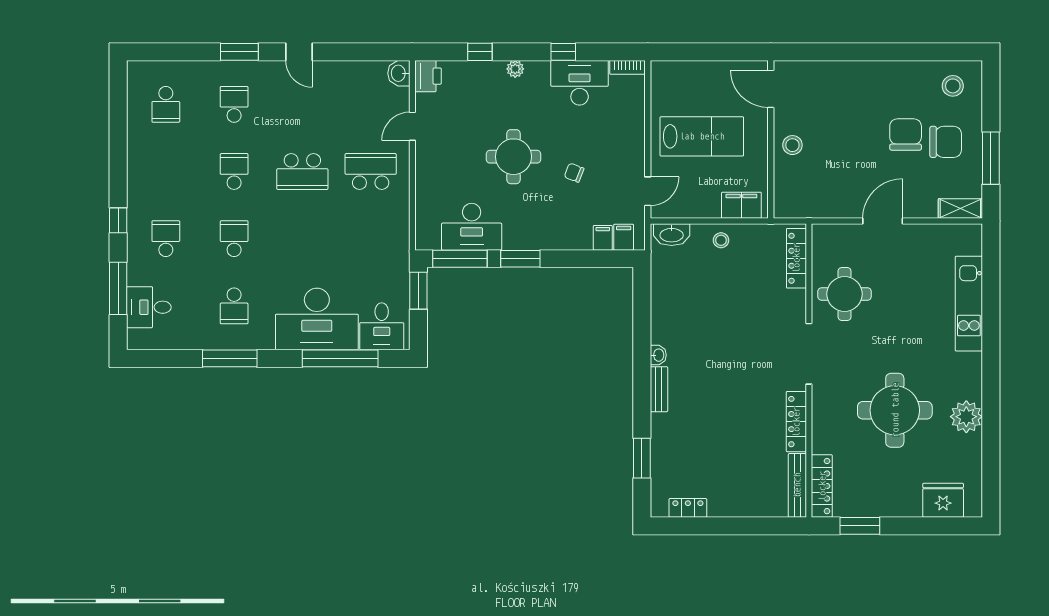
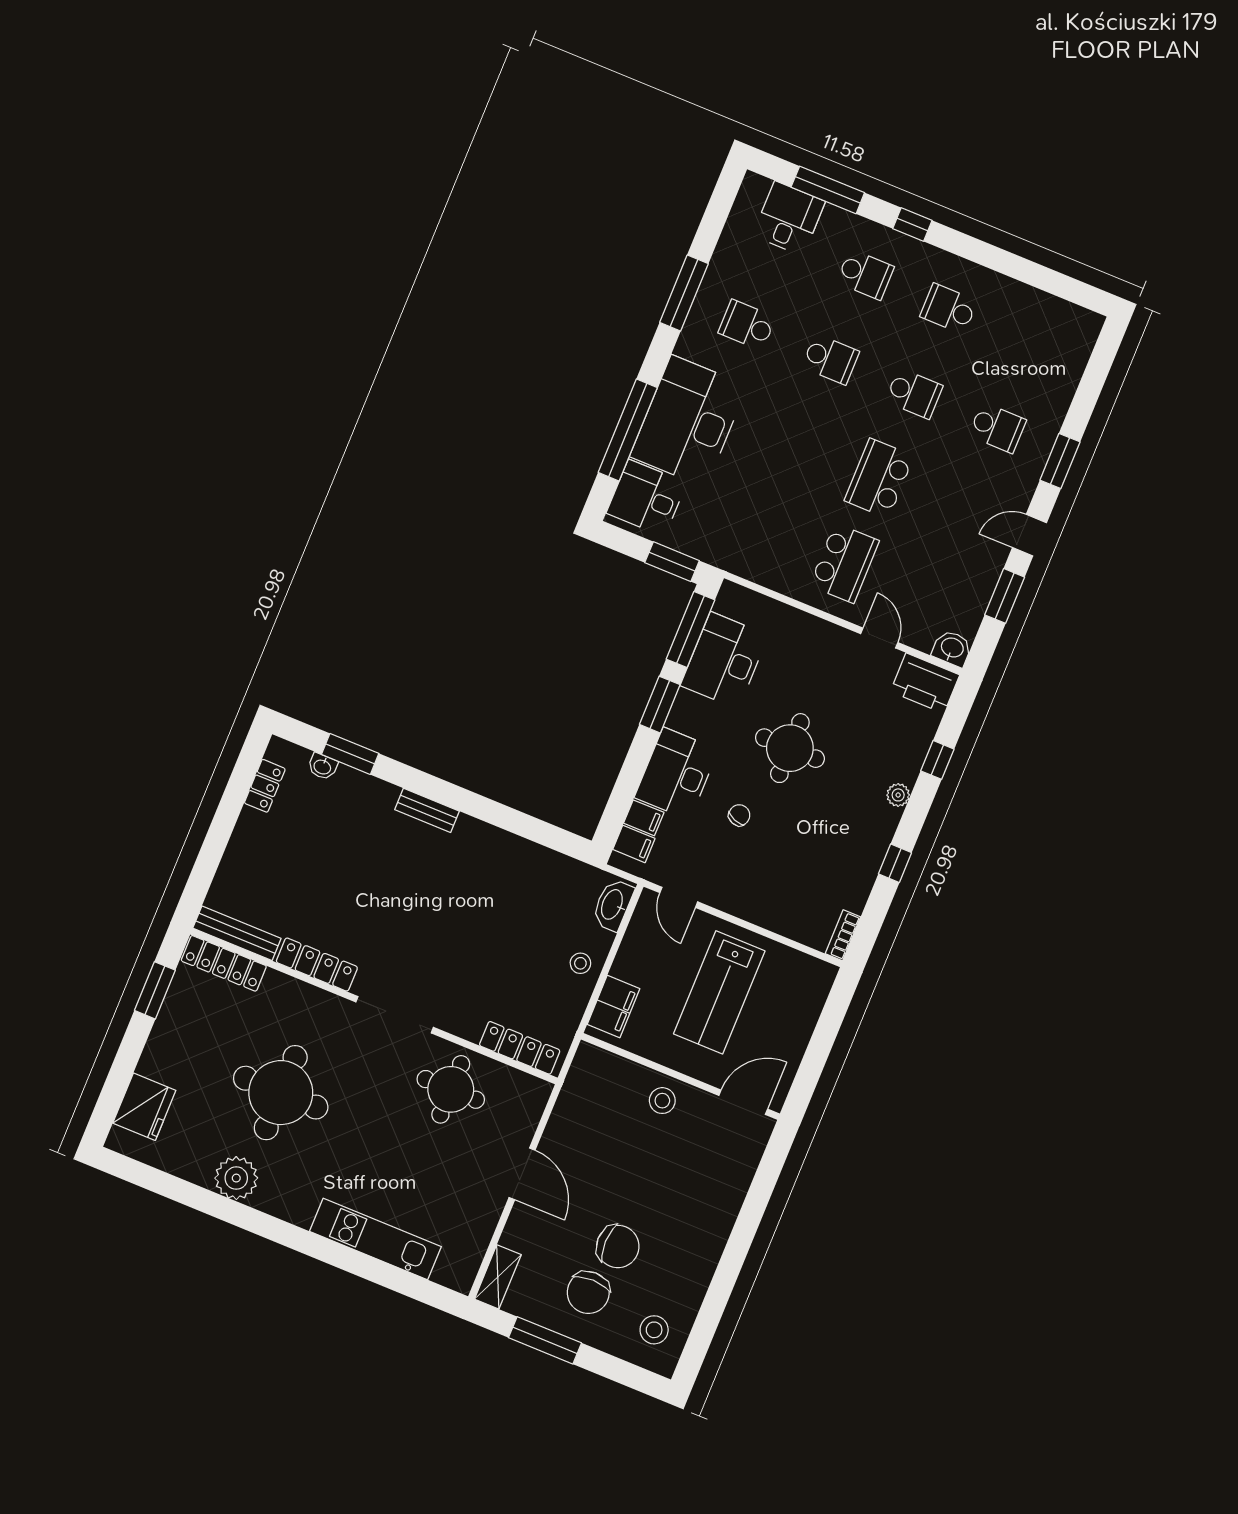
window: (348, 52) -> (1005, 596), added
printer: (428, 76) -> (925, 683), width x1.37, depth x1.19
desk: (580, 83) -> (676, 774), moved, turned 180
school desk: (166, 104) -> (949, 309), moved
washbasin: (658, 355) -> (323, 766), moved

